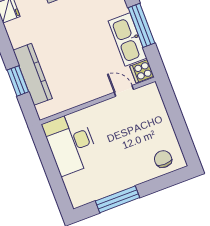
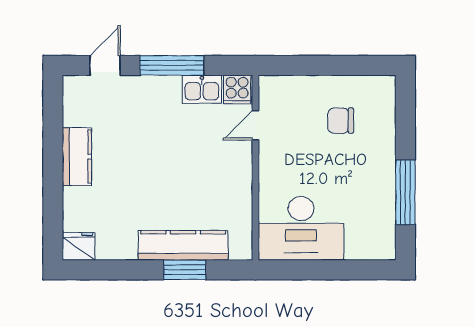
kitchen sink: (128, 40) -> (202, 89), width x0.53, depth x0.81
chair: (163, 159) -> (341, 121), moved

